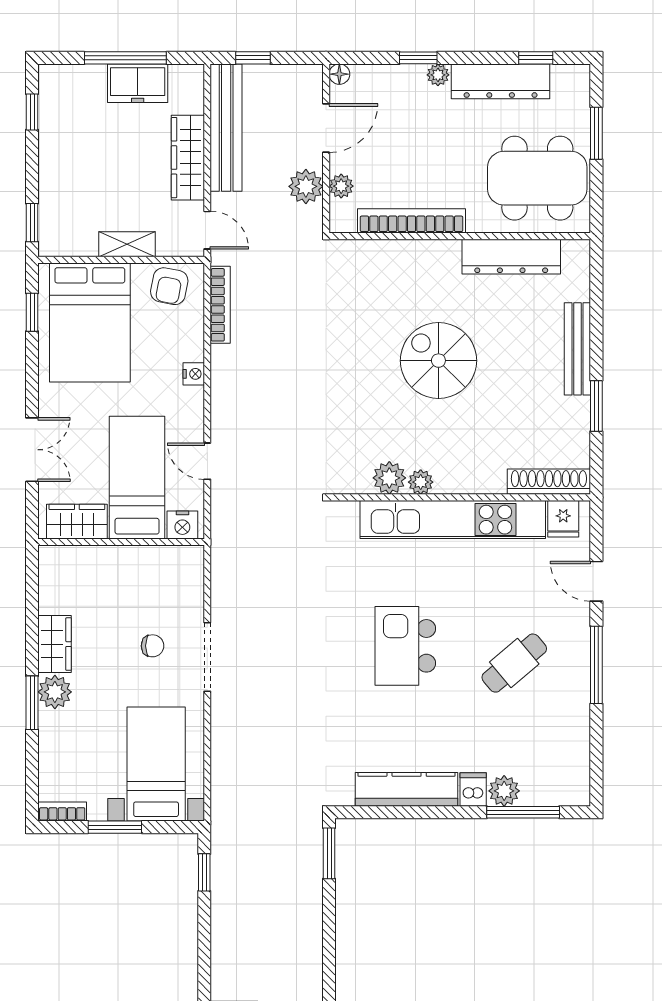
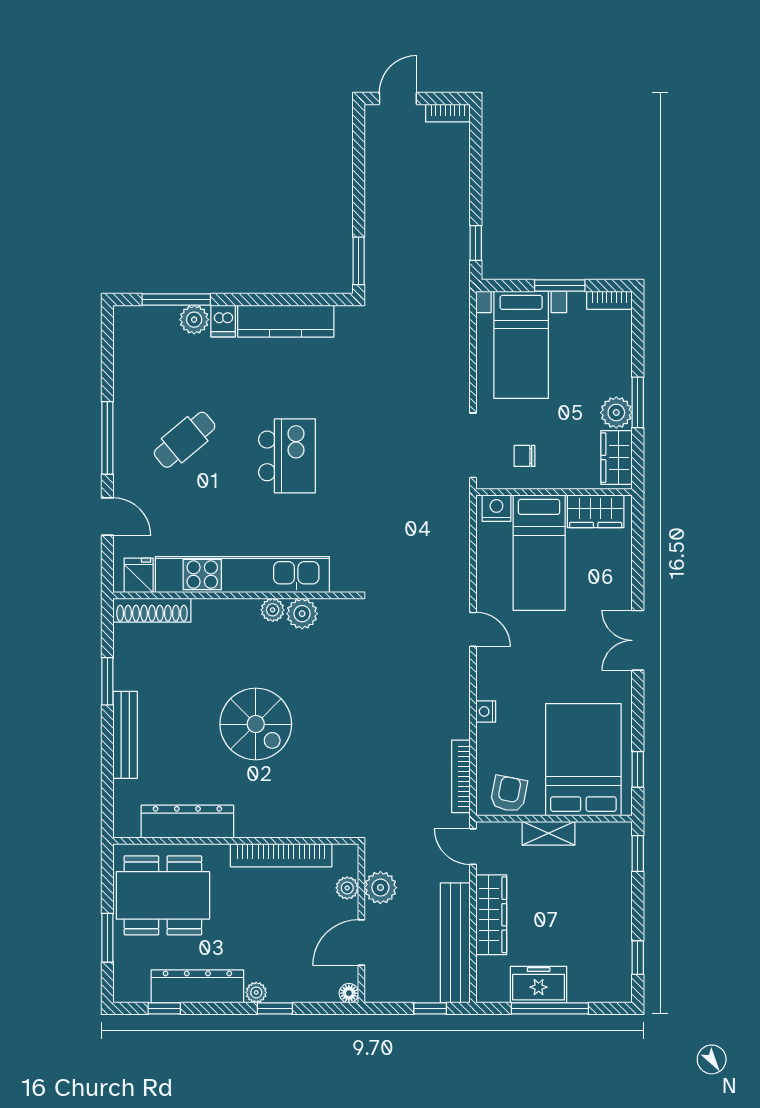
bed: (137, 478) -> (539, 553), moved
wardrobe: (77, 522) -> (596, 511), moved
nightstand: (182, 525) -> (496, 508), moved
wall: (121, 542) -> (554, 492), moved

